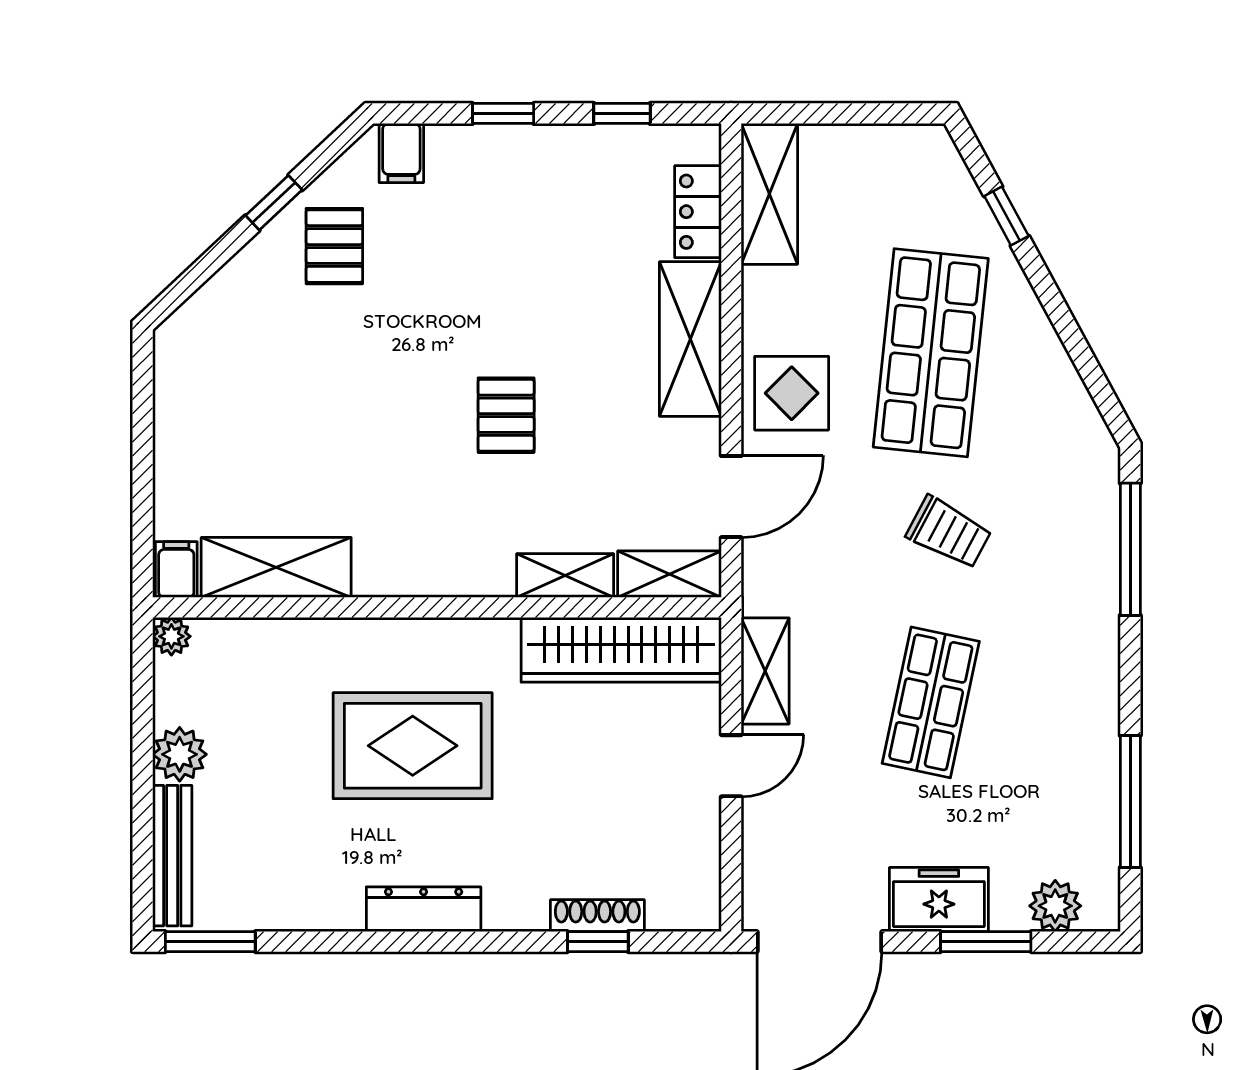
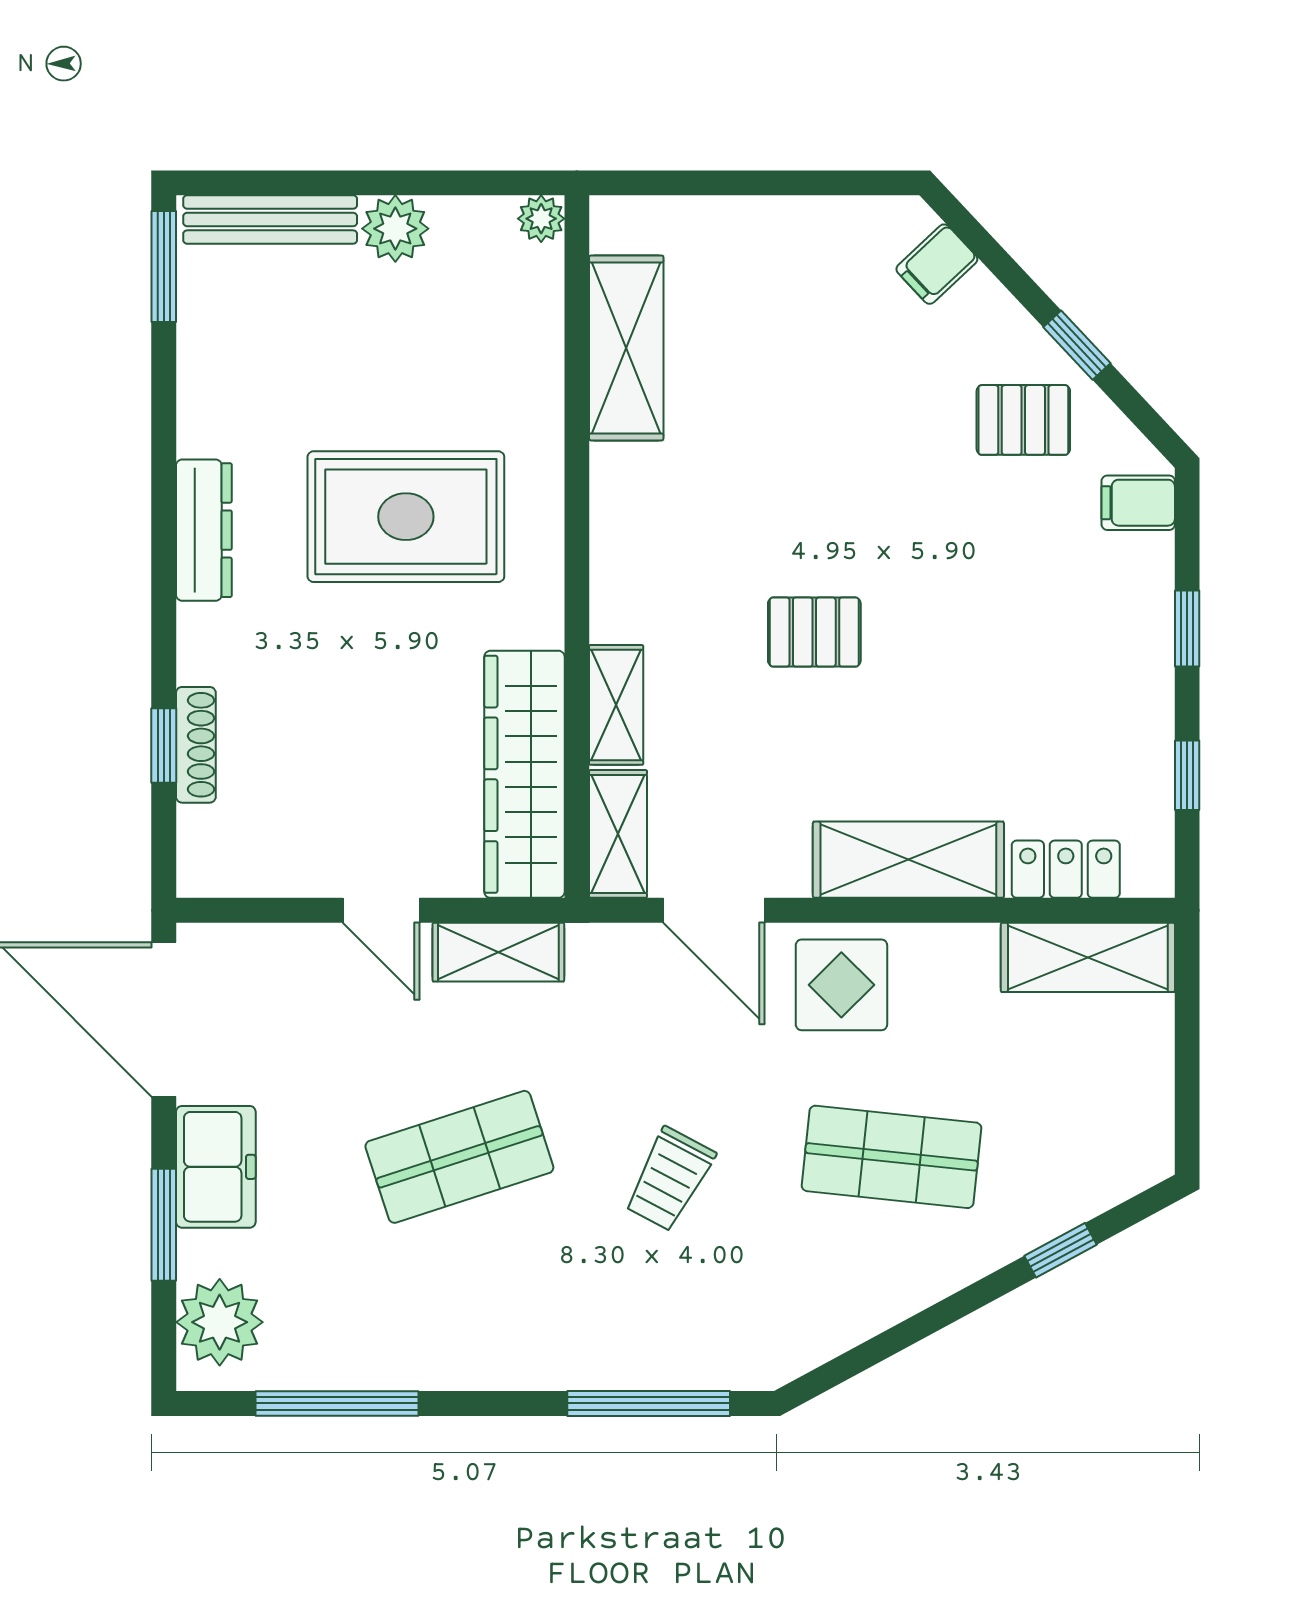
shop shelf: (931, 353) -> (892, 1157), width x0.70, depth x0.74
filing cabinet: (176, 570) -> (937, 264), moved, turned 137
shop shelf: (931, 702) -> (459, 1157), turned -30
rug: (413, 746) -> (406, 517), turned 90
plant: (1055, 906) -> (220, 1322), width x1.36, depth x1.36

